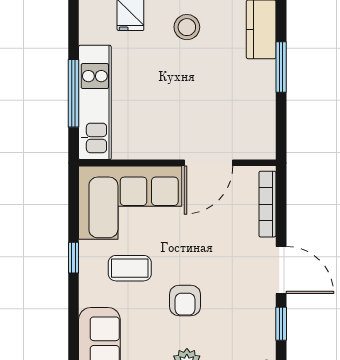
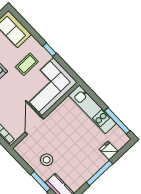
stool: (187, 27) -> (47, 160), moved
window: (74, 93) -> (117, 121), moved

